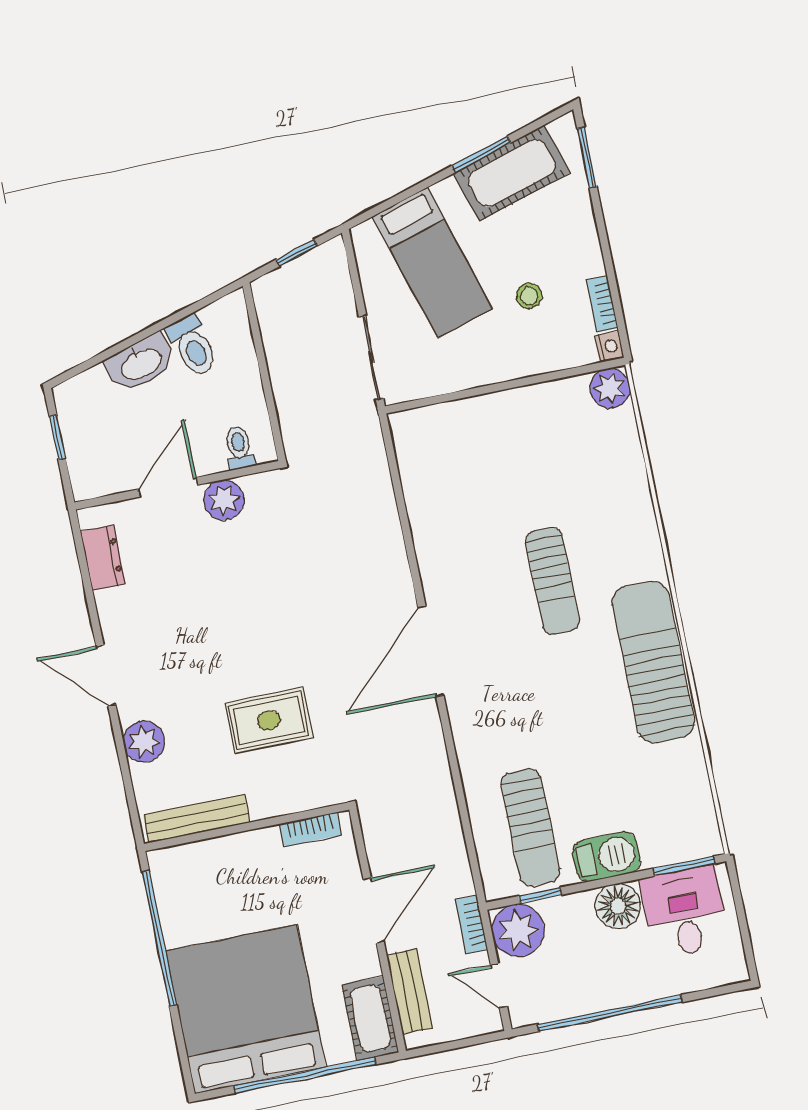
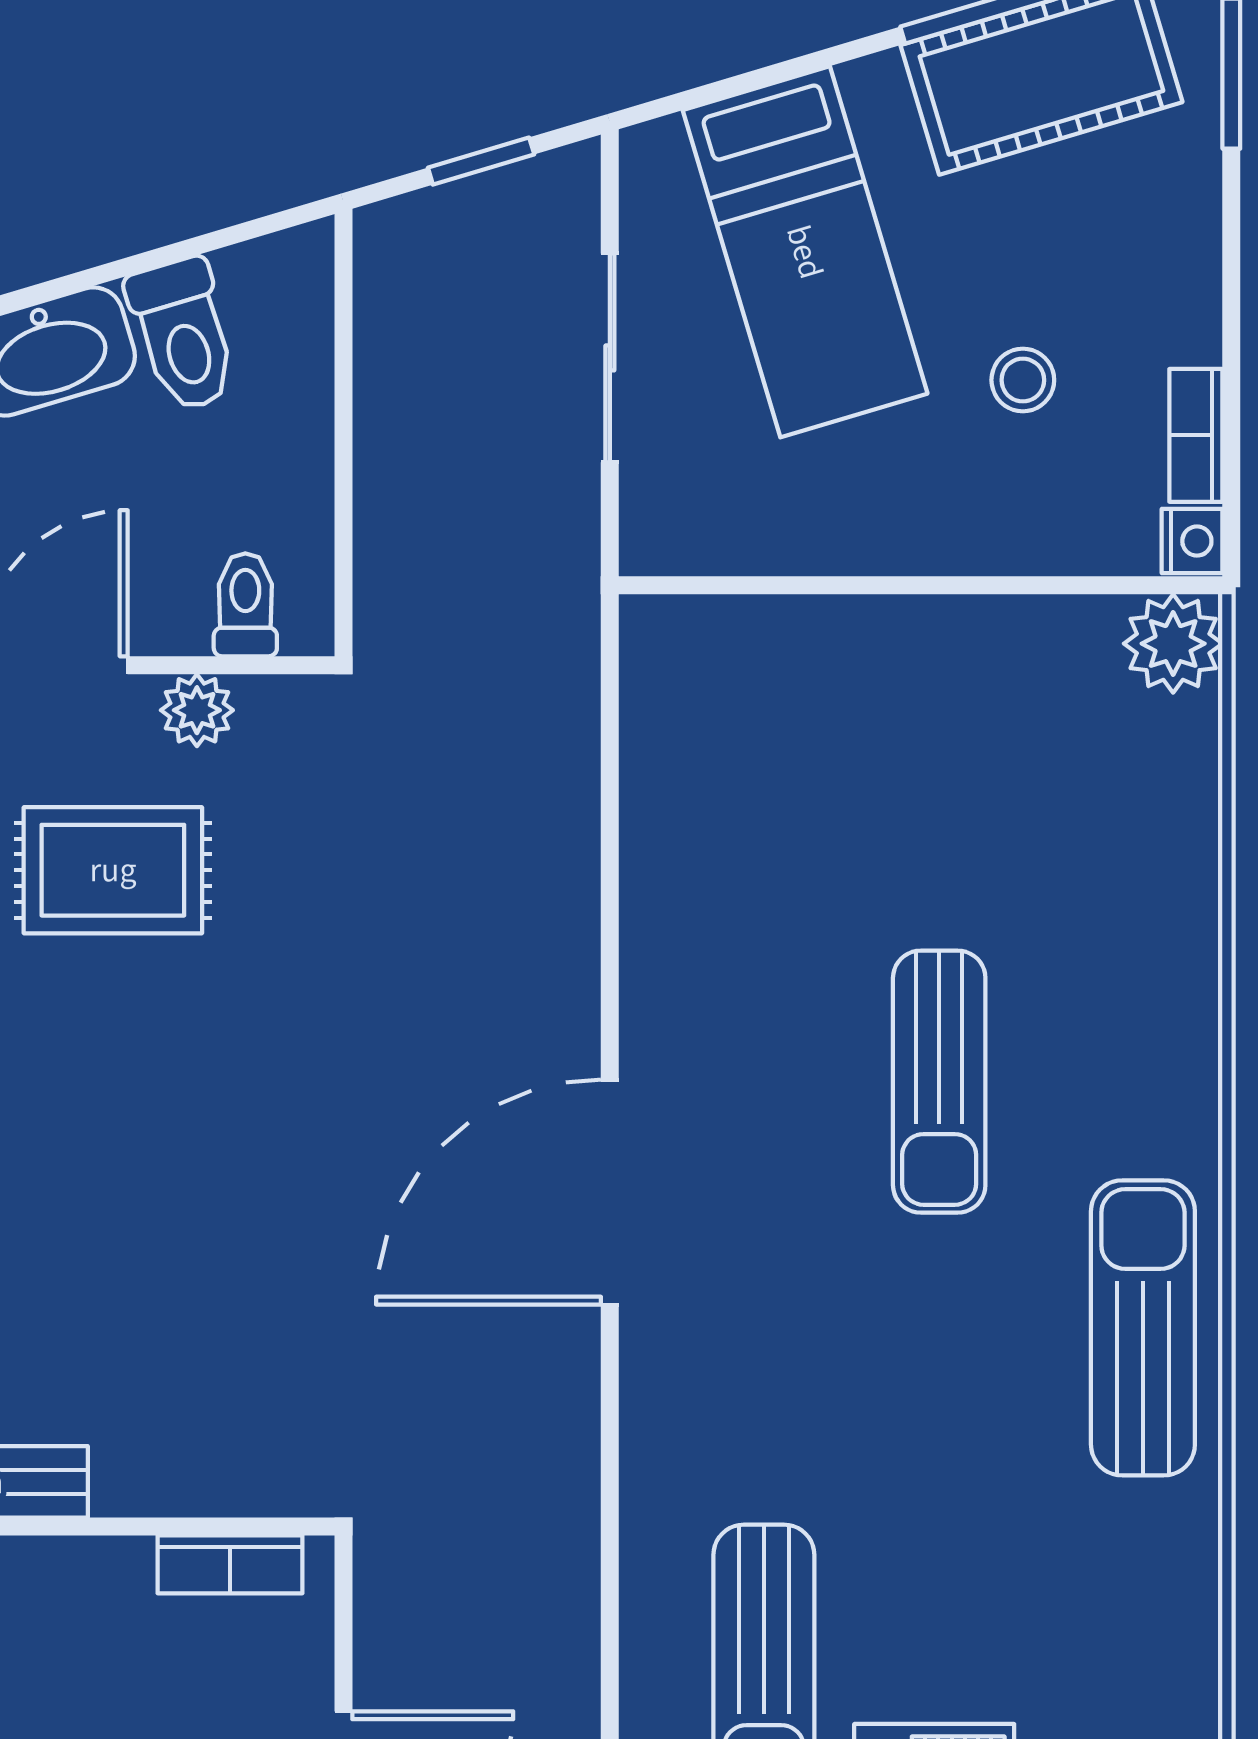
sliding door: (371, 358) -> (610, 358), moved
plant: (224, 500) -> (197, 710), width x0.73, depth x0.73
sun lounger: (653, 662) -> (1143, 1328), width x0.73, depth x0.75
rug: (269, 720) -> (113, 870), moved

